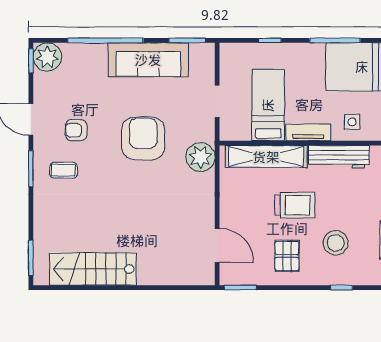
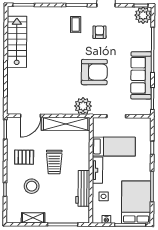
shelving: (266, 157) -> (66, 124), moved, turned 90

